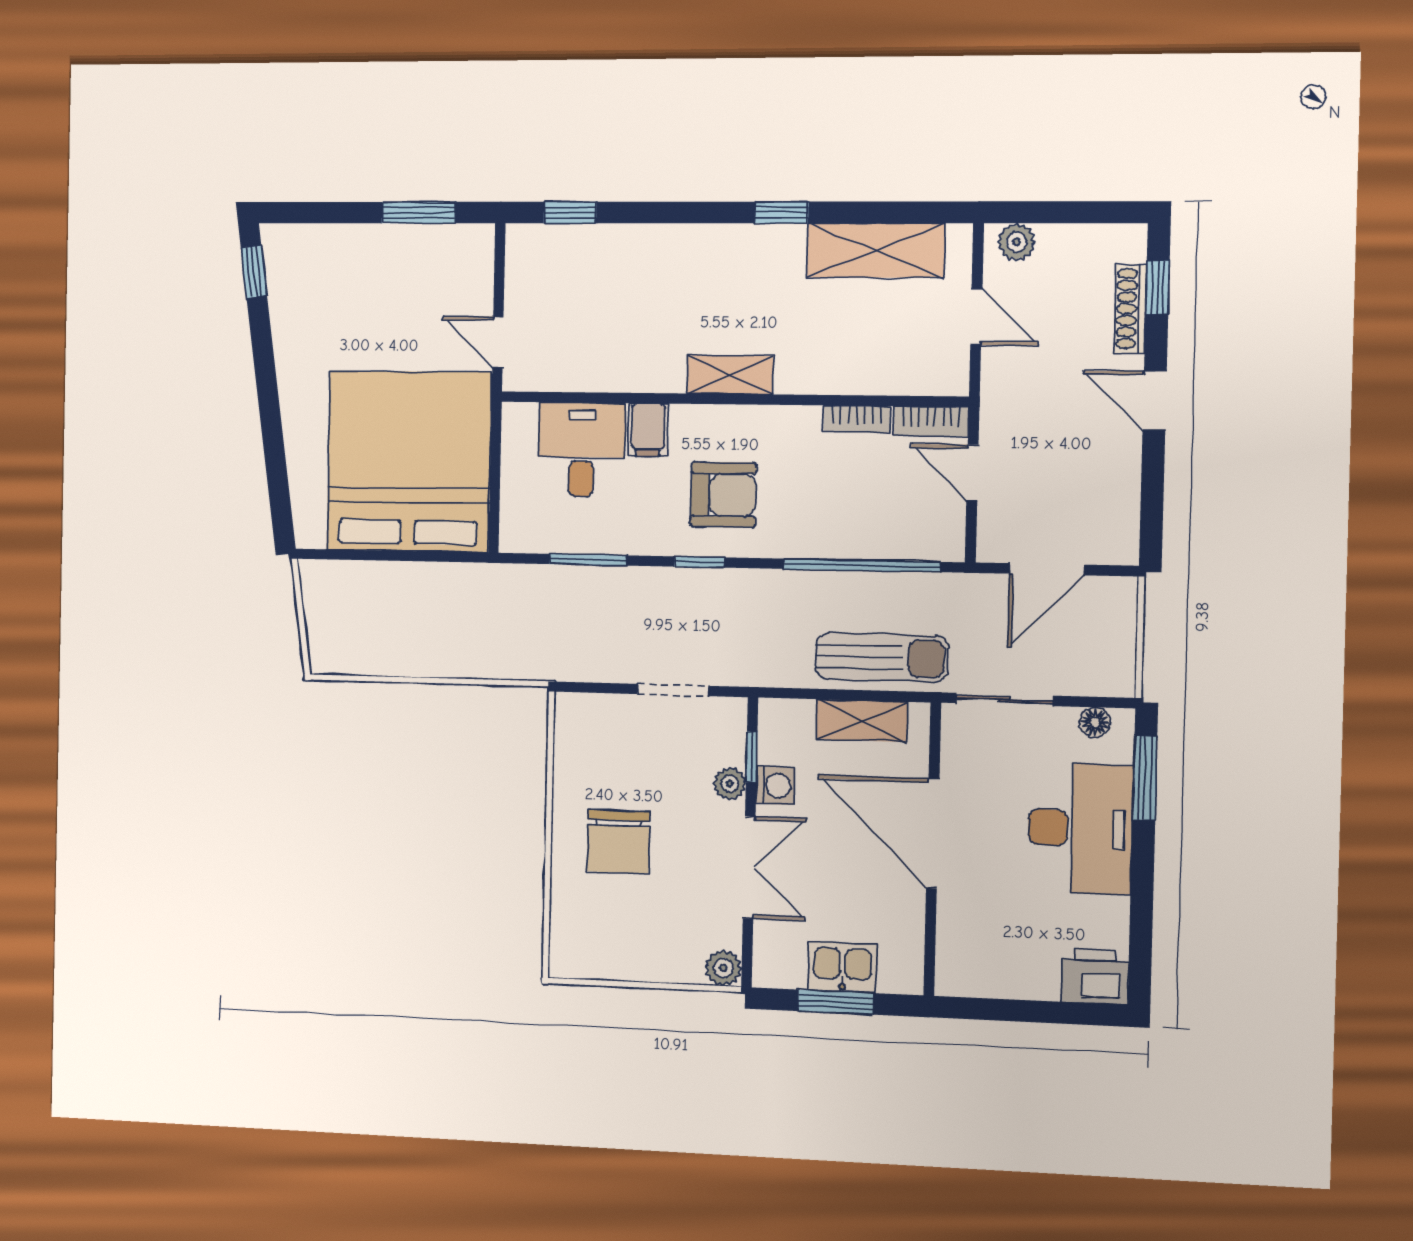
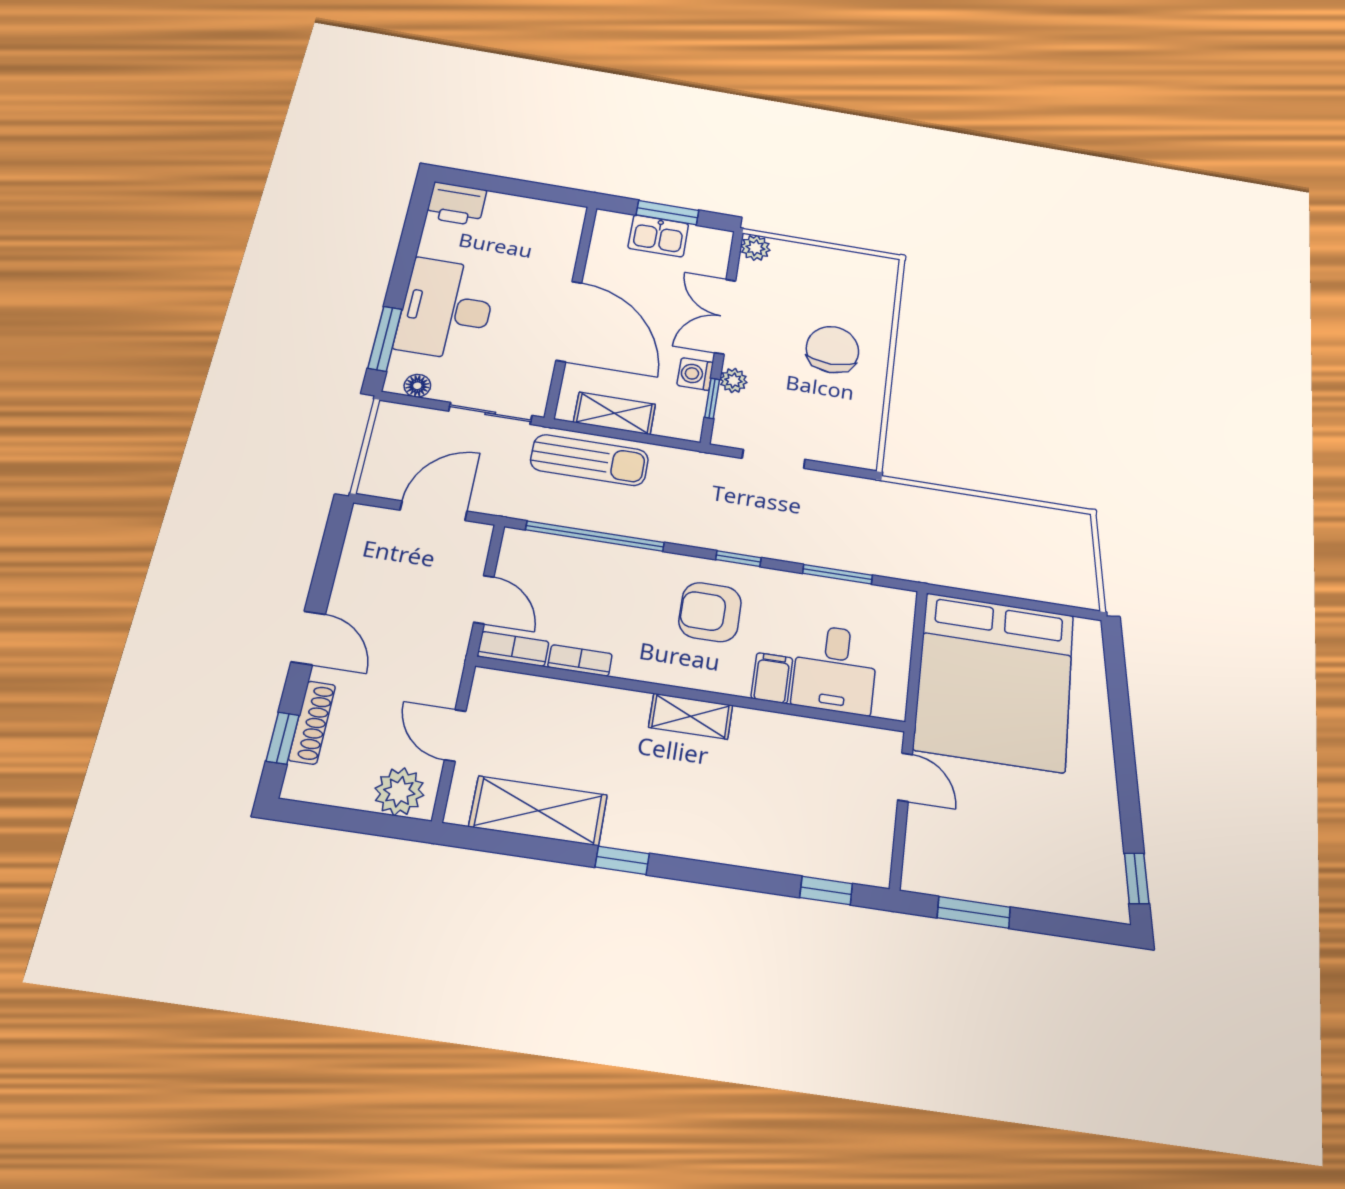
plant: (1017, 242) -> (399, 792), width x1.38, depth x1.38
sun lounger: (882, 657) -> (590, 460), turned 180

